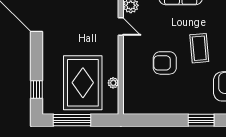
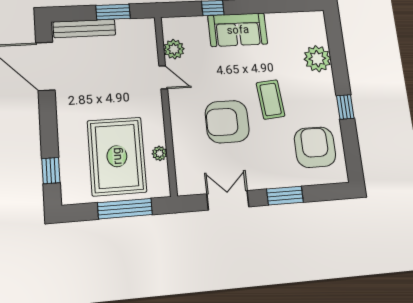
armchair: (165, 63) -> (227, 122), width x1.36, depth x1.36
window: (72, 120) -> (125, 209), moved
double door: (159, 120) -> (228, 200), added

